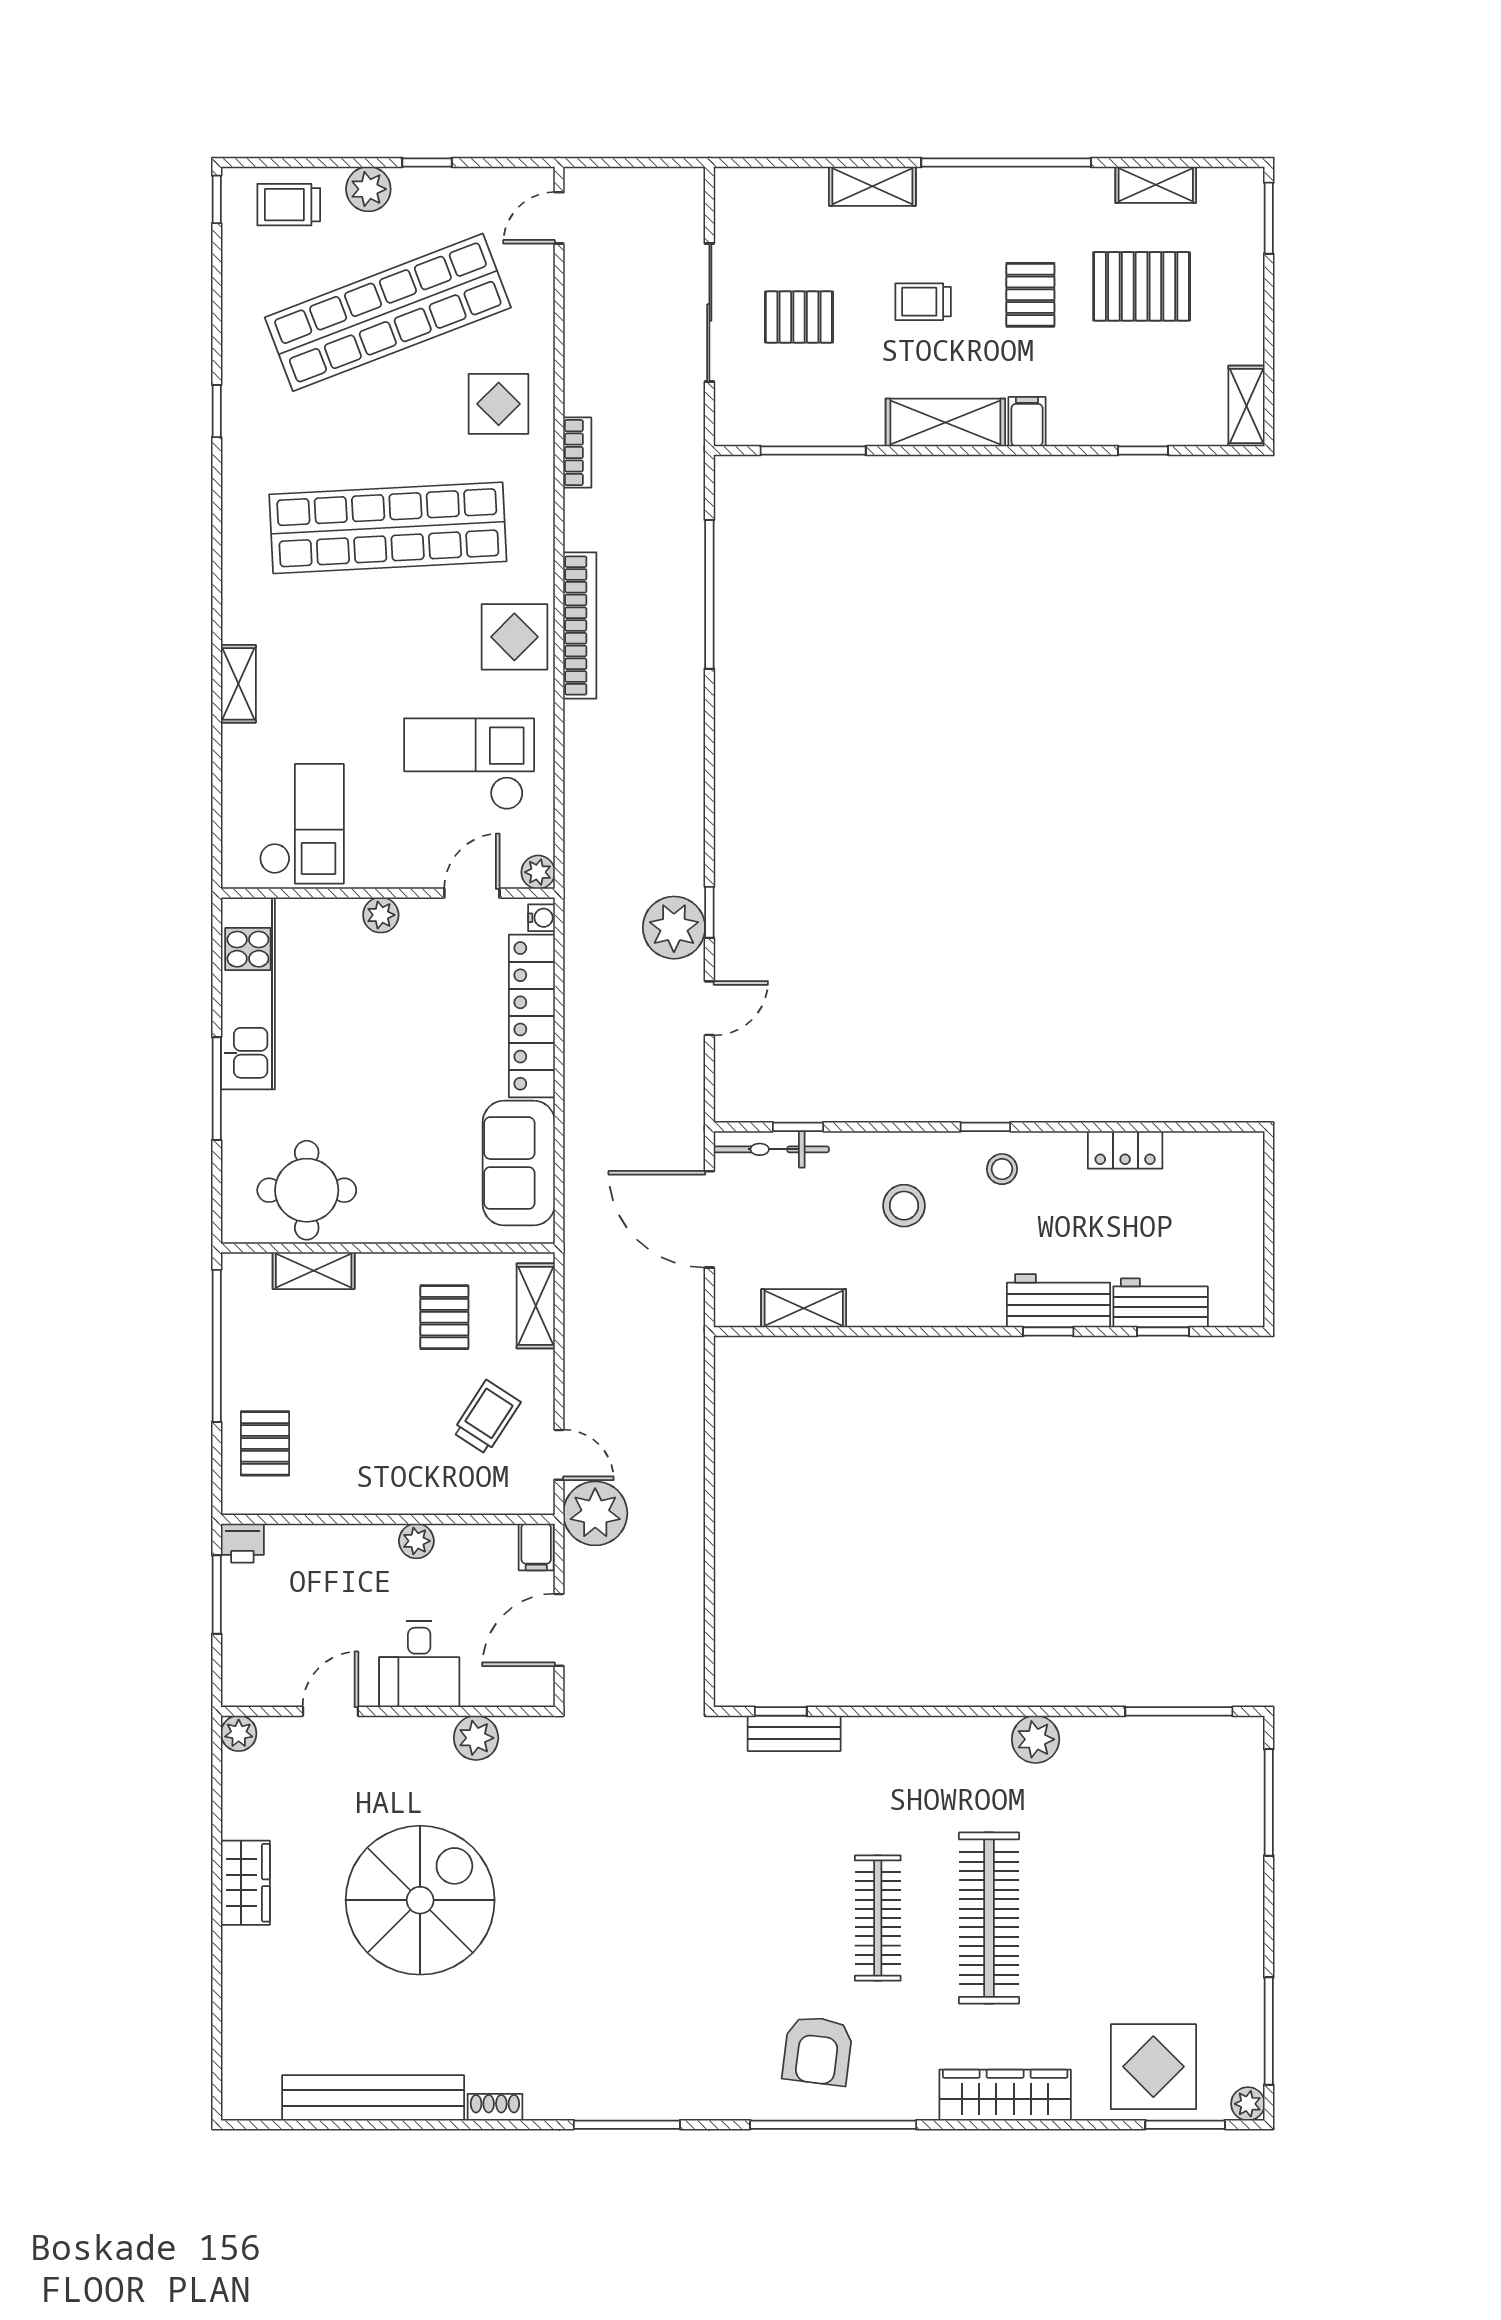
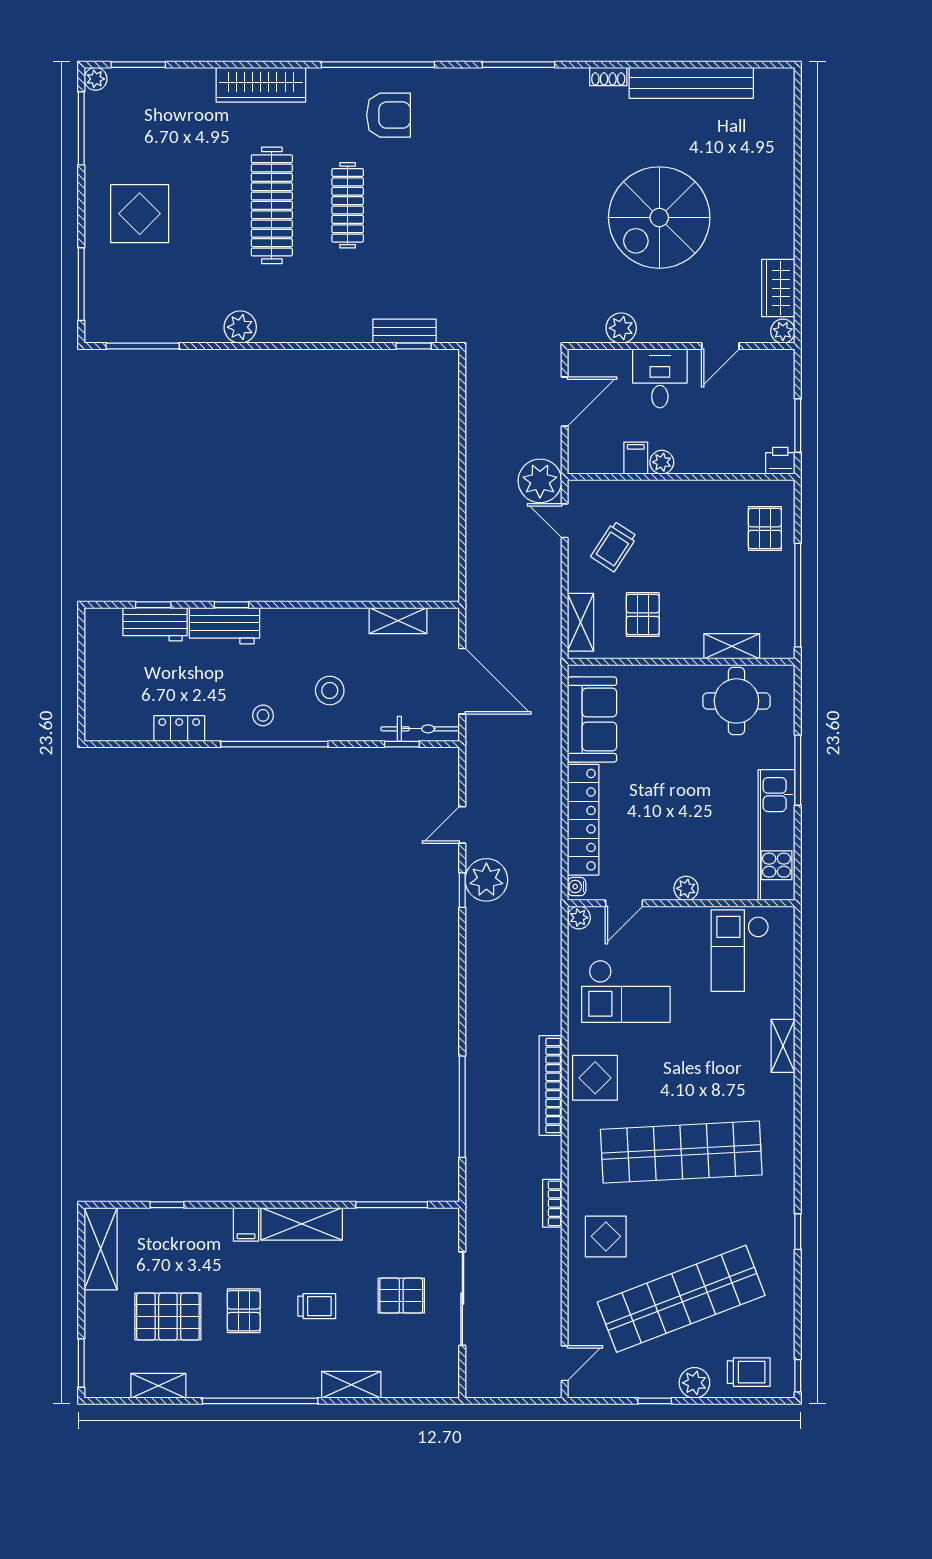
shelving: (1246, 406) -> (101, 1249), width x1.50, depth x1.33
window: (985, 1127) -> (274, 744), width x3.17
filing cabinet: (536, 1547) -> (636, 458), moved
wardrobe: (245, 1883) -> (778, 288), moved
armchair: (818, 2051) -> (389, 115), turned 83
display table: (1153, 2067) -> (140, 214), moved

